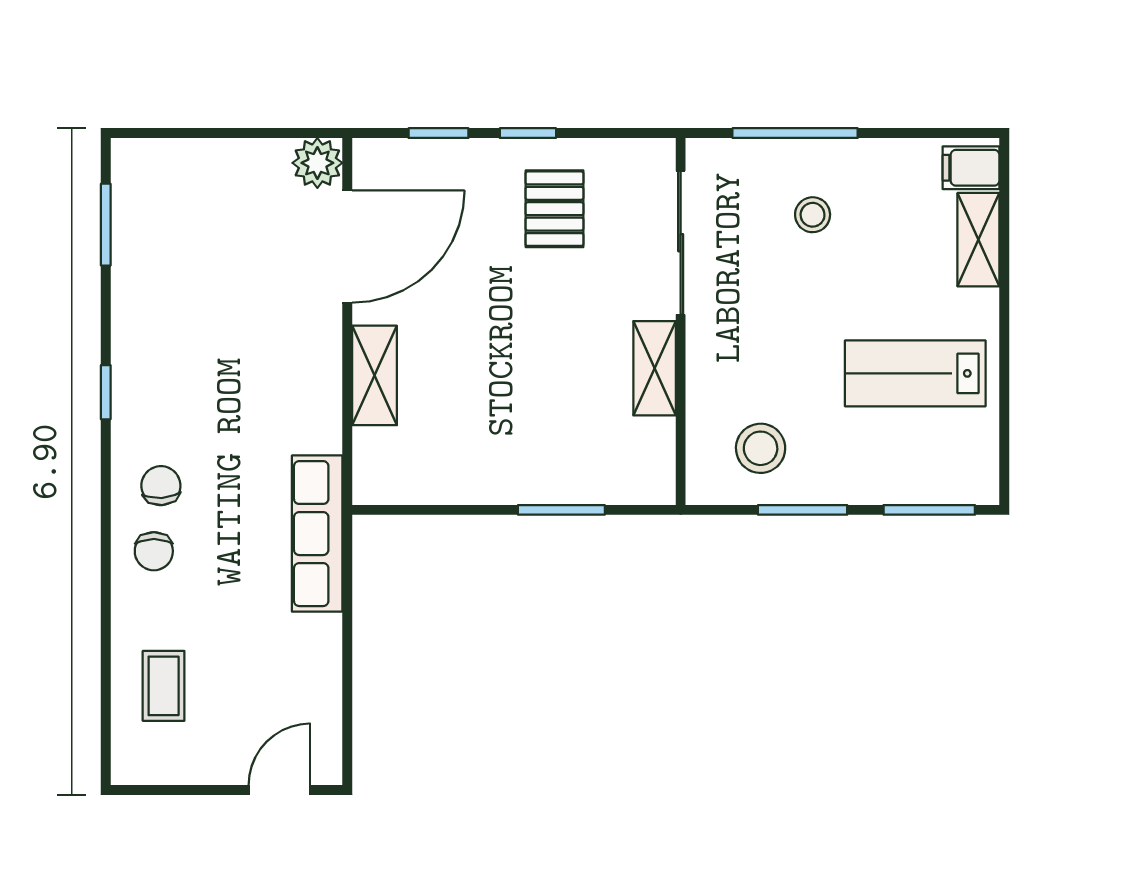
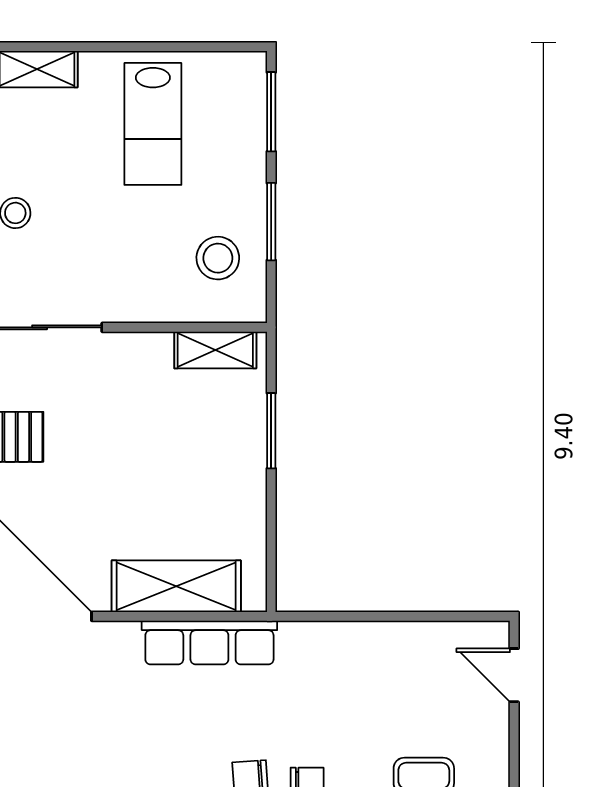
shelving: (655, 368) -> (215, 350), moved
shelving: (375, 375) -> (176, 586), width x1.50, depth x1.33
row of seats: (317, 534) -> (209, 642), moved

